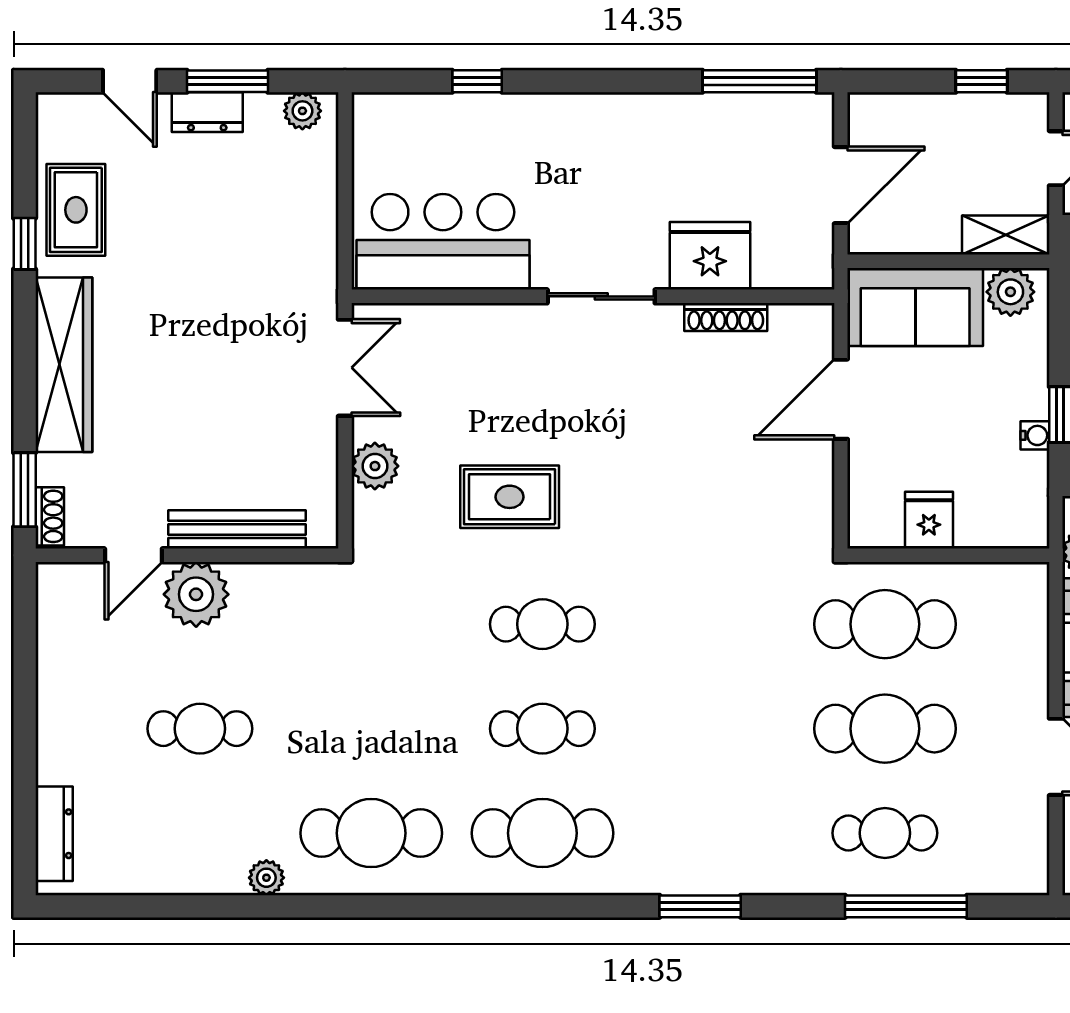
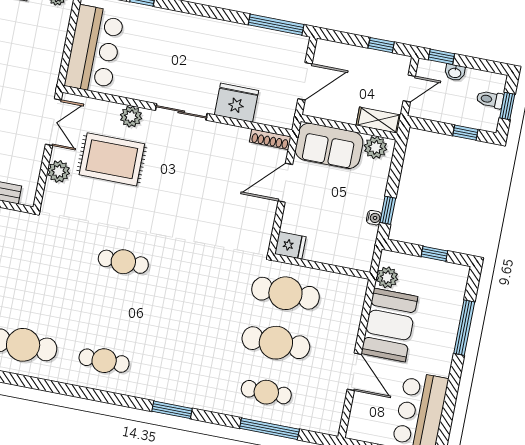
bar counter: (443, 242) -> (94, 49), moved, turned 90
shoe rack: (726, 317) -> (270, 139), moved
plant: (501, 326) -> (131, 117), added
rug: (510, 497) -> (112, 159), moved, width x1.36, depth x1.43
fridge: (929, 520) -> (290, 245), moved, turned 90
cafe table: (542, 729) -> (114, 311), removed
cafe table: (542, 833) -> (104, 361), width x0.73, depth x0.74

